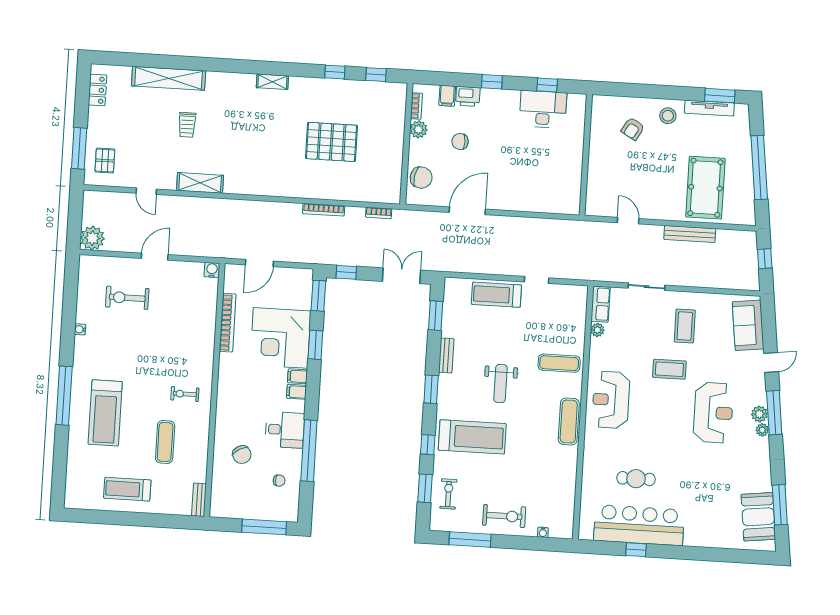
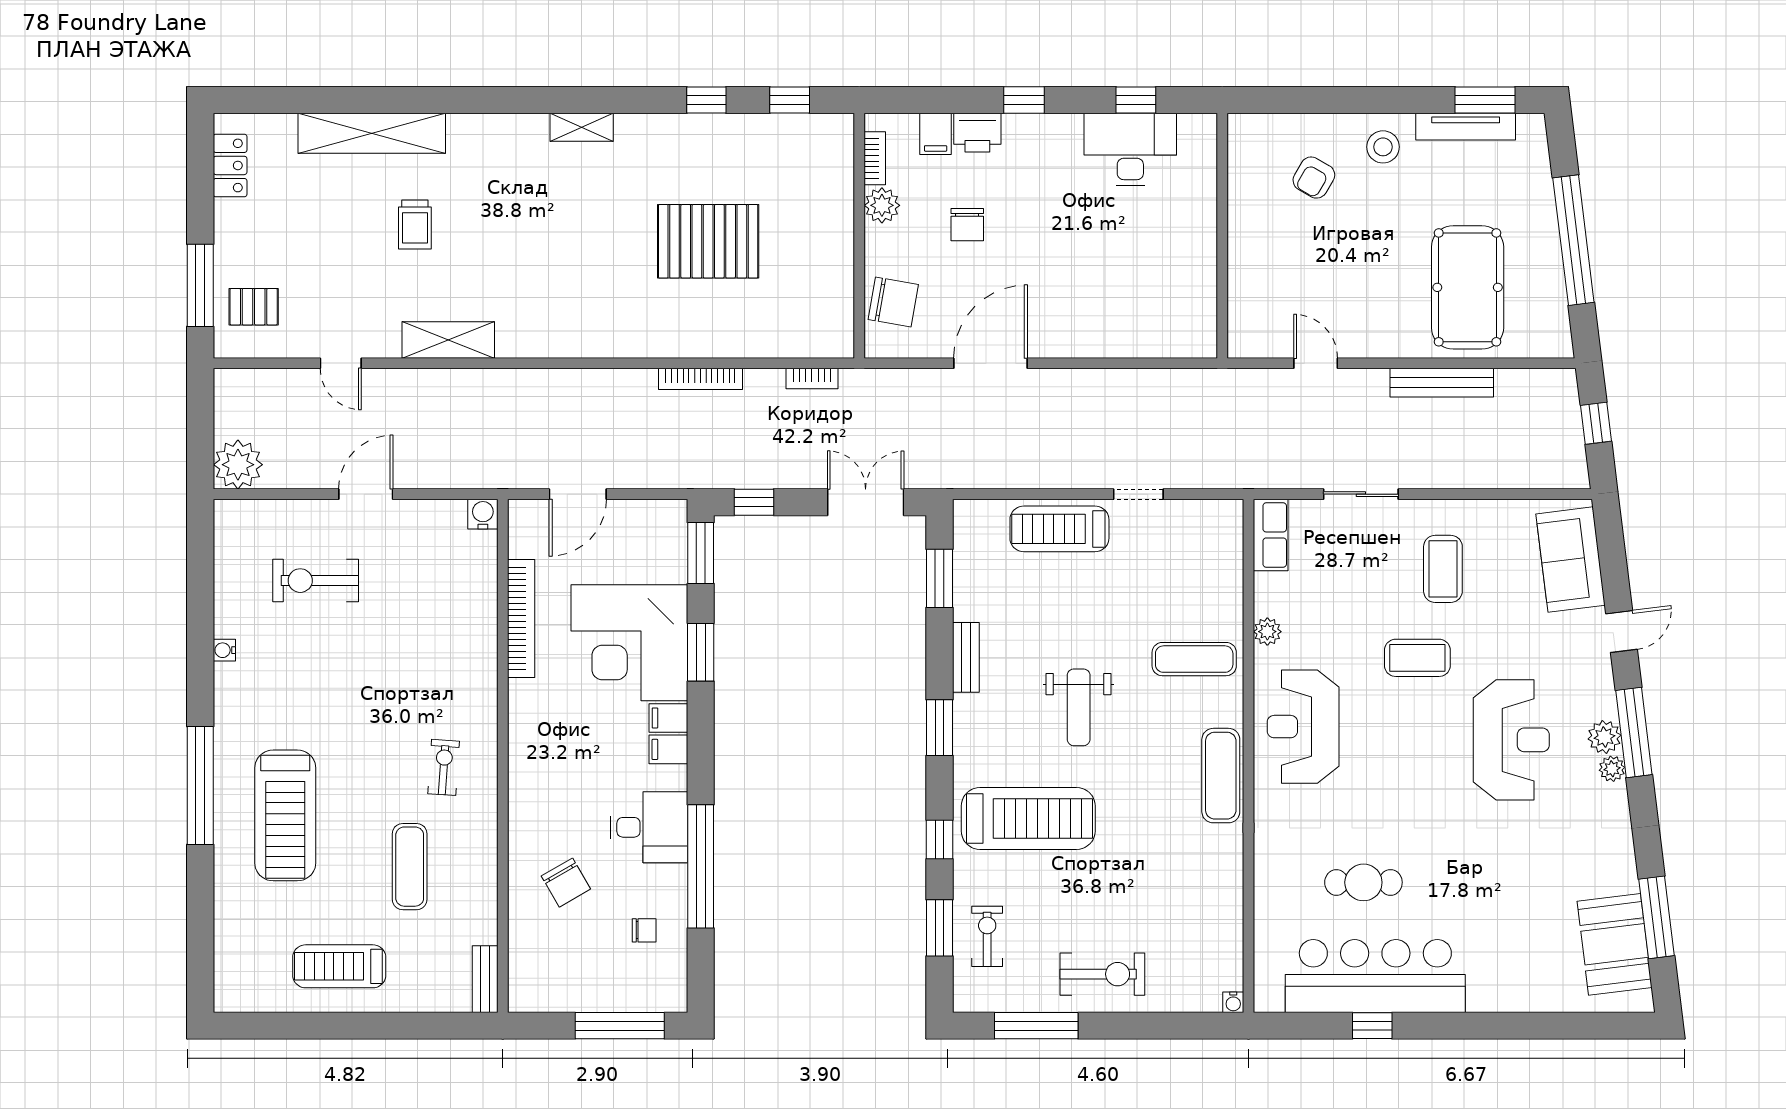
chair: (460, 141) -> (967, 225), turned -90
pallet: (105, 161) -> (254, 307), turned 90
plant: (597, 330) -> (1267, 632), moved
exercise bike: (185, 394) -> (444, 767), turned 94
water cooler: (543, 532) -> (1233, 1002), moved

